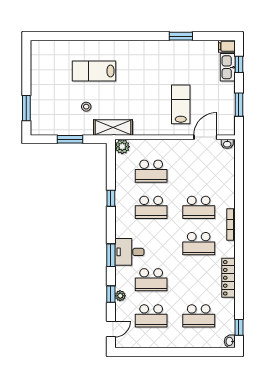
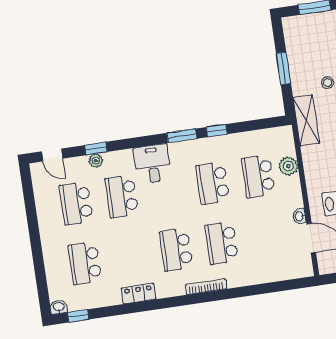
washbasin: (227, 144) -> (299, 216), moved
plant: (122, 147) -> (288, 166), moved
window: (111, 255) -> (182, 136), moved
locker: (229, 278) -> (139, 294), width x0.66

